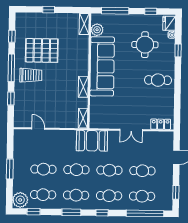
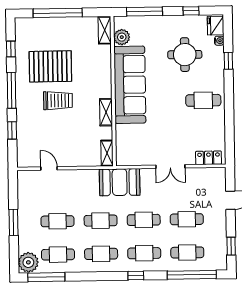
window: (49, 10) -> (58, 13), width x3.17
trolley: (31, 75) -> (58, 101), moved
window: (34, 212) -> (46, 277), width x2.17
window: (71, 212) -> (96, 276), removed

